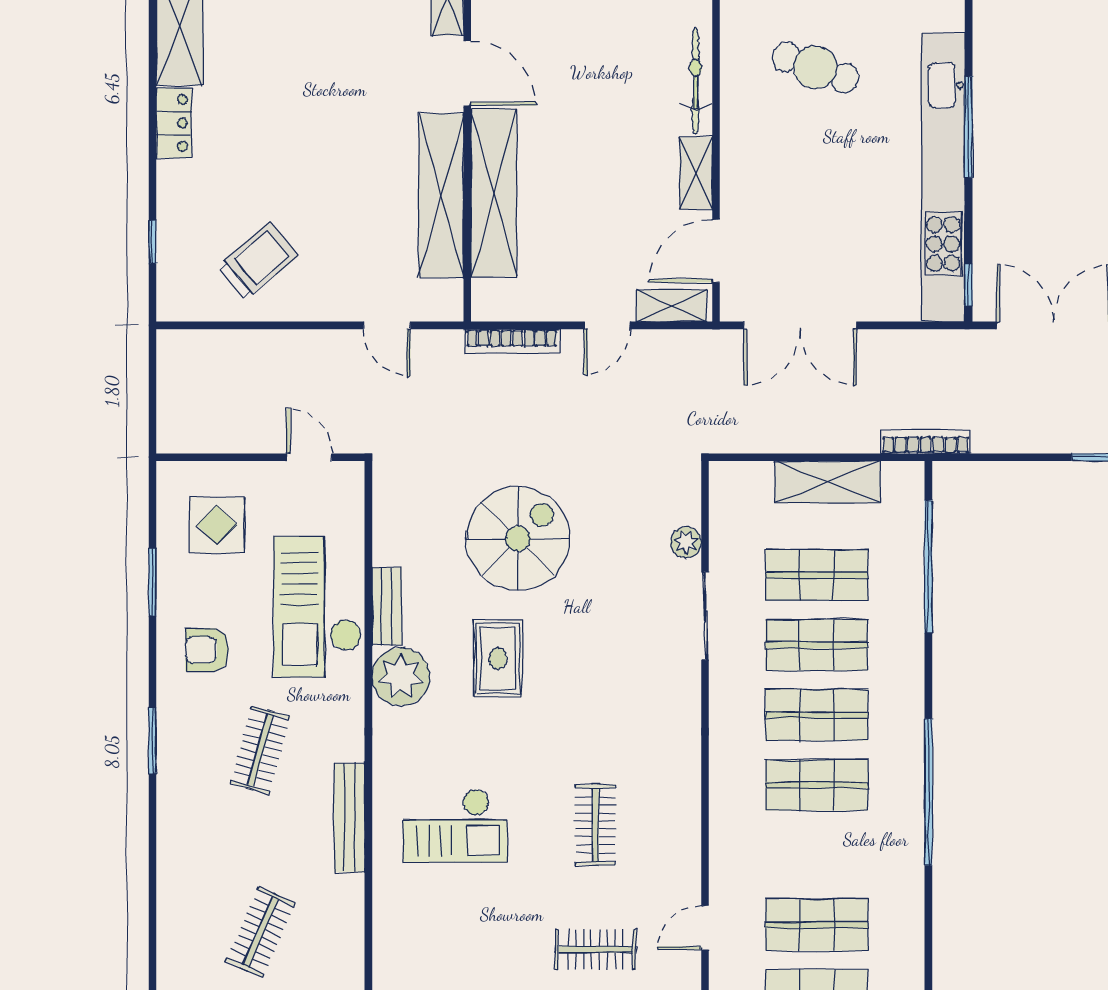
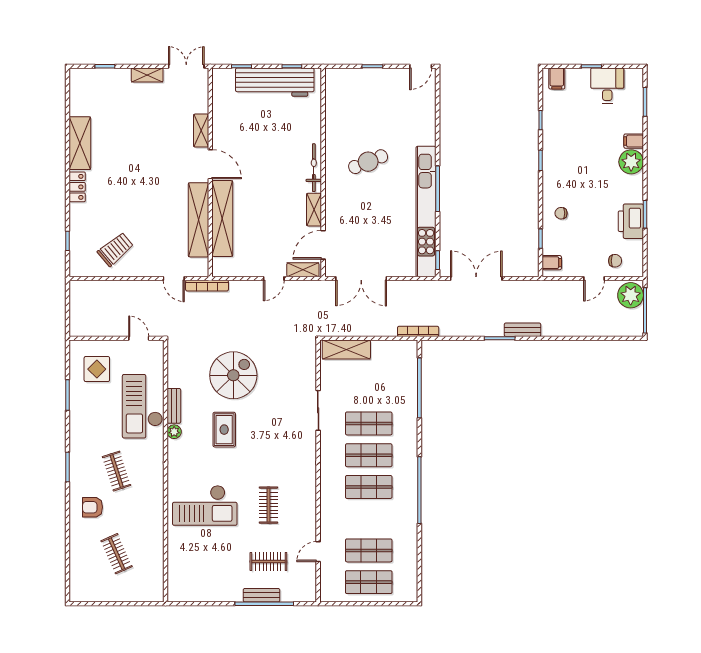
cafe table: (815, 67) -> (368, 162), turned -42
bookcase: (512, 341) -> (207, 286), moved
shelving: (827, 482) -> (346, 350), moved
plant: (686, 542) -> (309, 377), removed
shop shelf: (817, 575) -> (369, 392), removed
armchair: (207, 650) -> (93, 507), moved
plant: (401, 677) -> (174, 432), width x0.53, depth x0.53
clothes rail: (260, 750) -> (117, 471), turned -33
bench: (349, 818) -> (157, 502), removed
checkout: (455, 826) -> (205, 505), width x1.36, depth x1.21
clothes rail: (260, 932) -> (117, 554), turned -48

